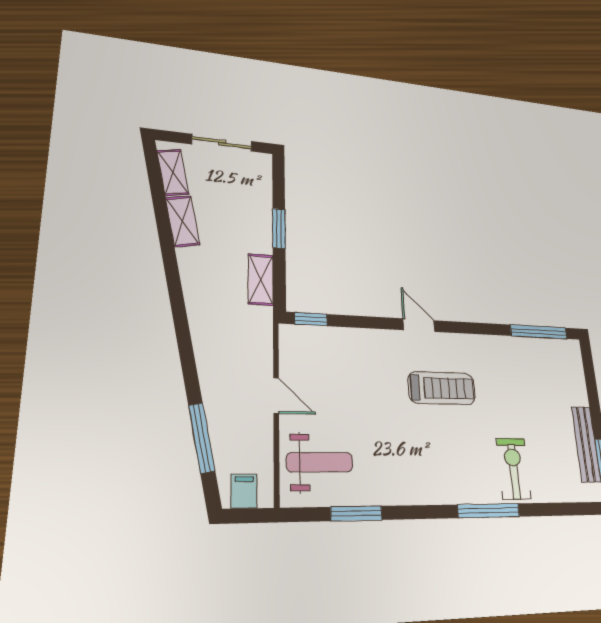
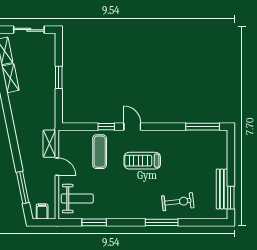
shelving: (261, 279) -> (49, 144), moved
window: (311, 319) -> (106, 127), moved
exercise mat: (361, 368) -> (100, 152), added
treadmill: (442, 388) -> (142, 161), turned 180
exercise bike: (514, 468) -> (178, 202), turned 84

